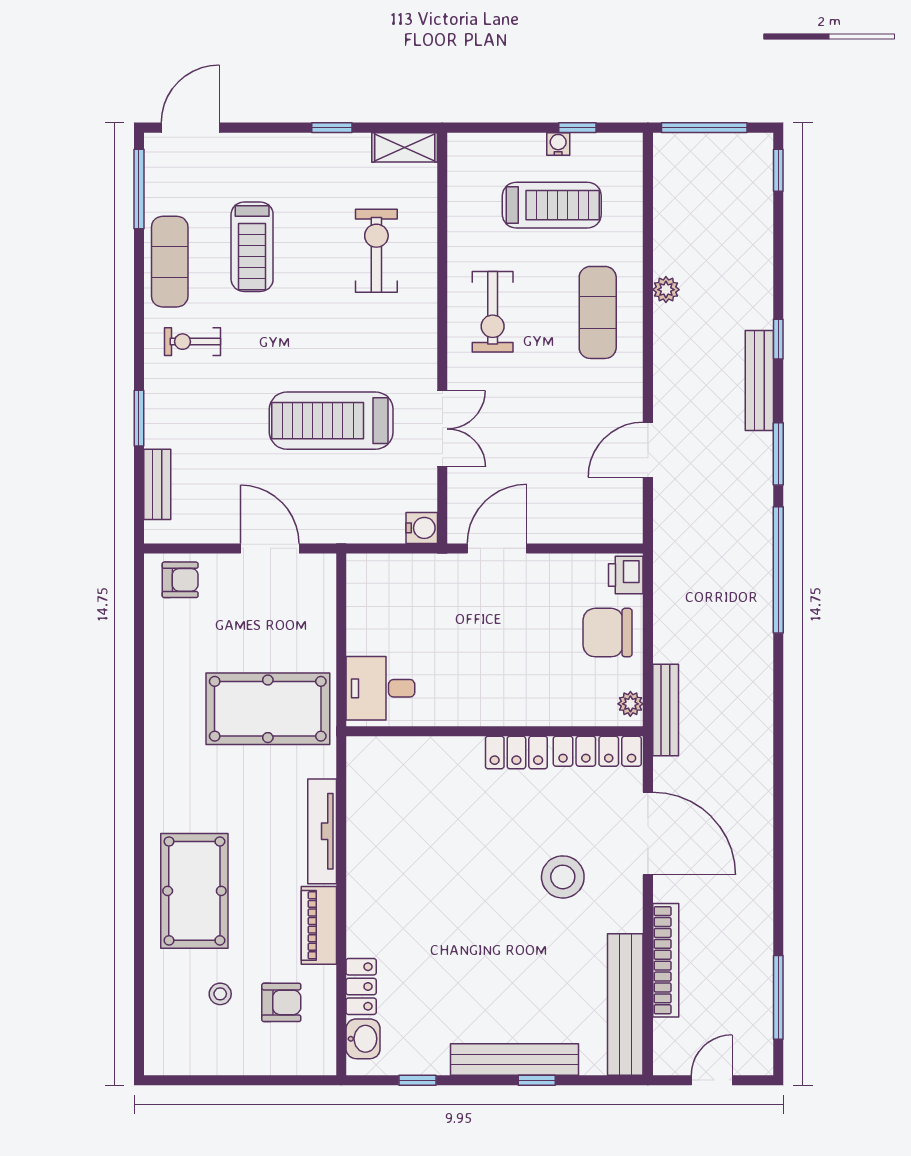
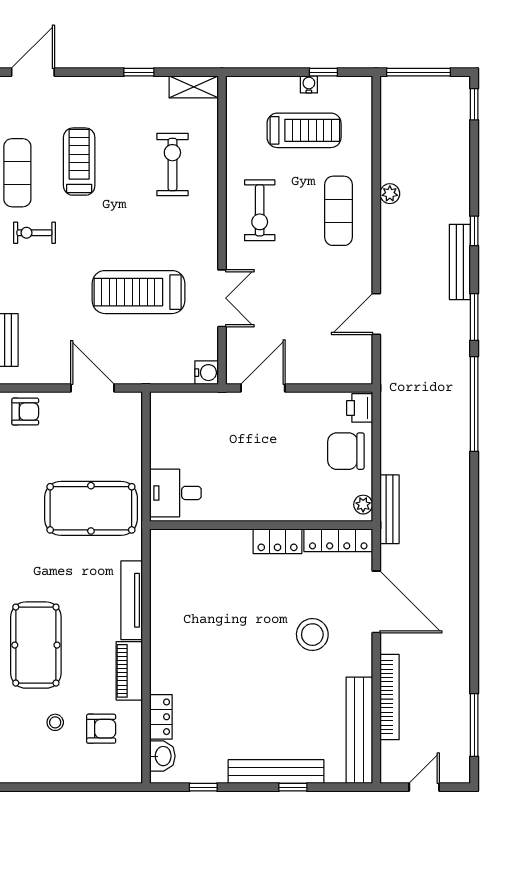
treadmill: (252, 247) -> (79, 162), turned 180

